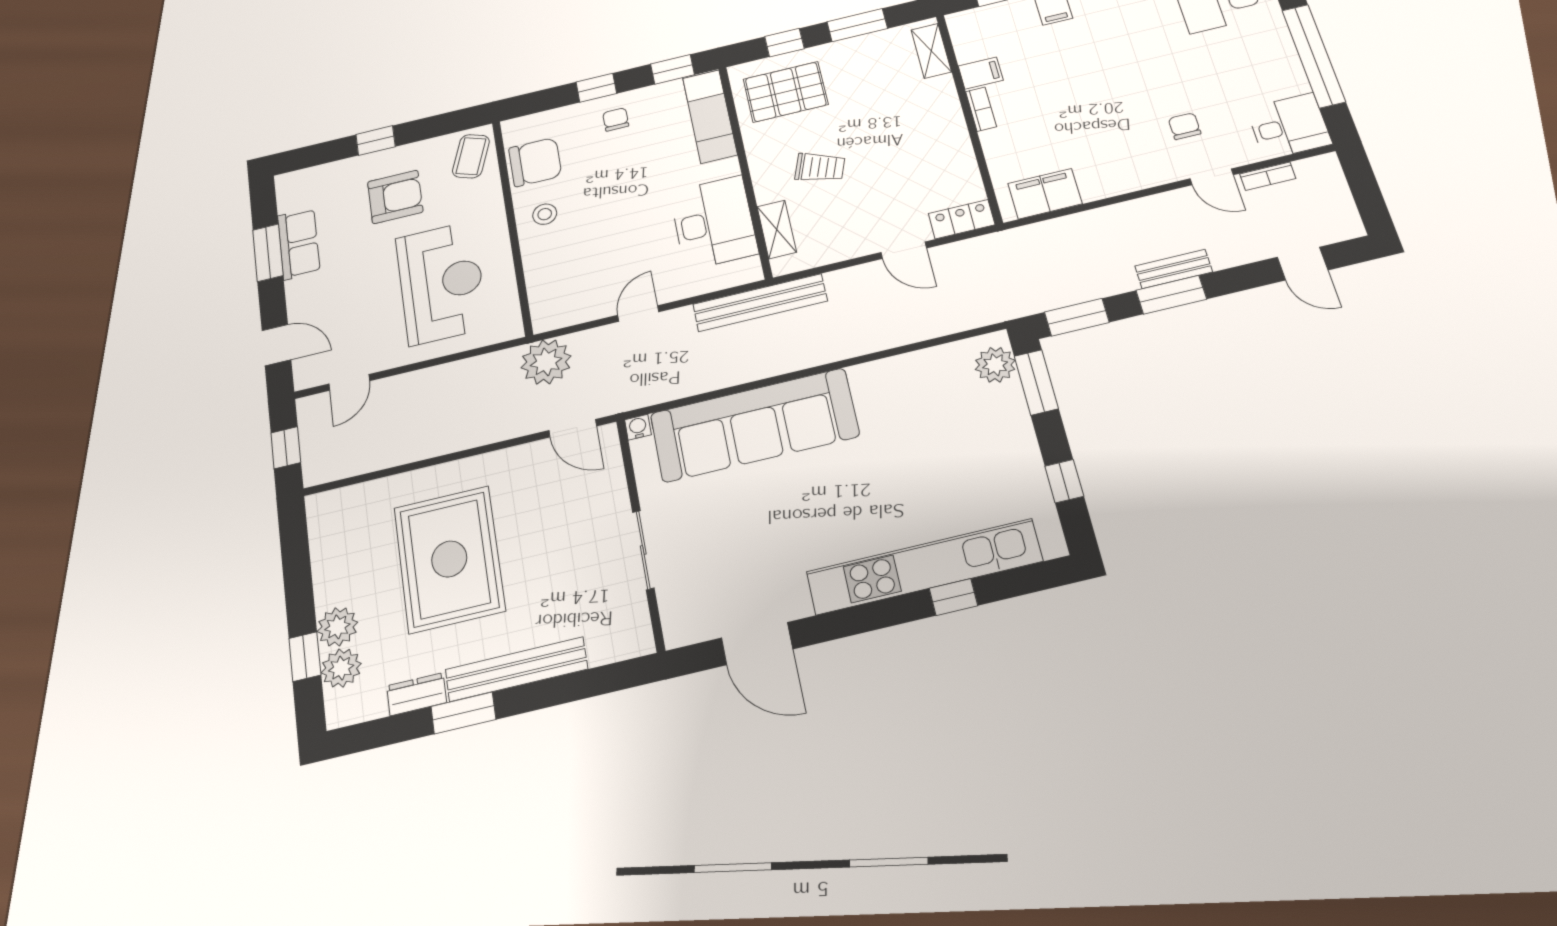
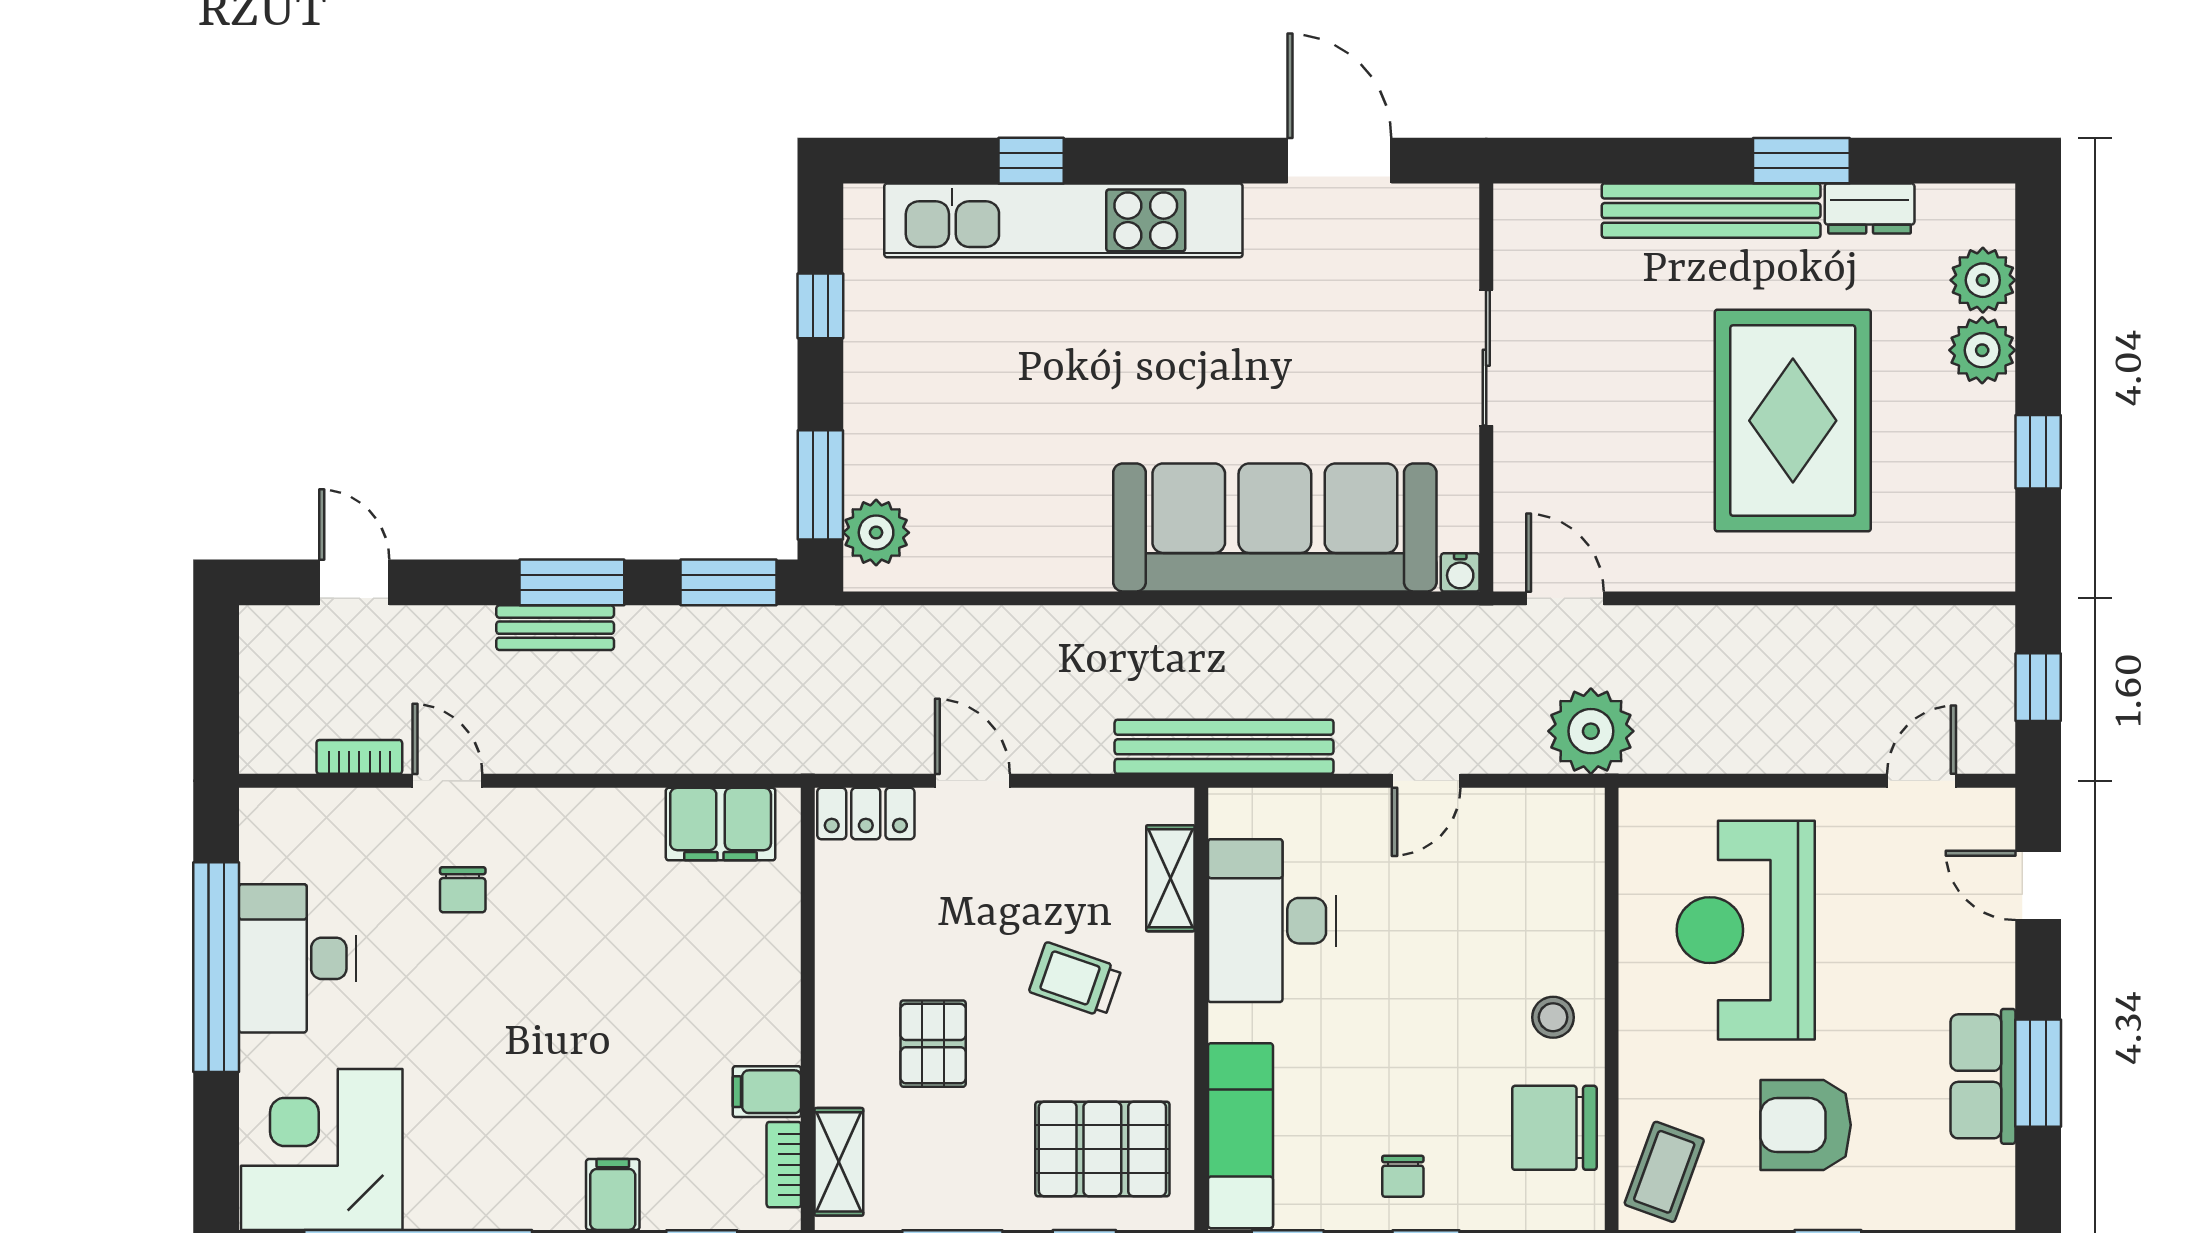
bookcase: (981, 109) -> (784, 1165), moved
pallet: (893, 118) -> (933, 1044), added
desk: (1289, 126) -> (297, 958), moved, width x1.37
window: (305, 657) -> (2038, 452), moved

